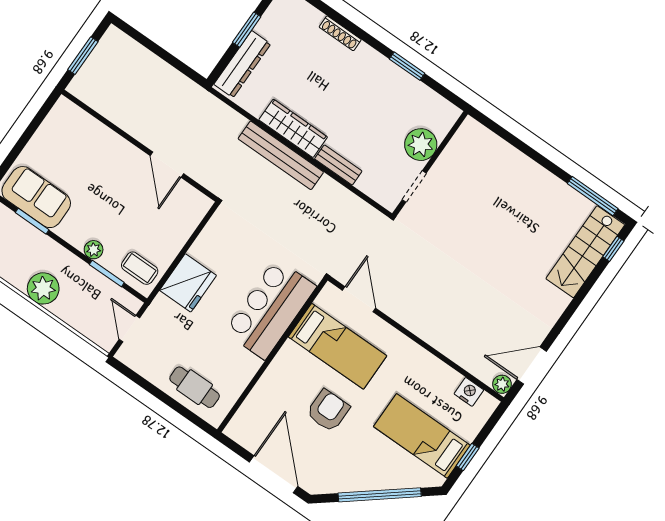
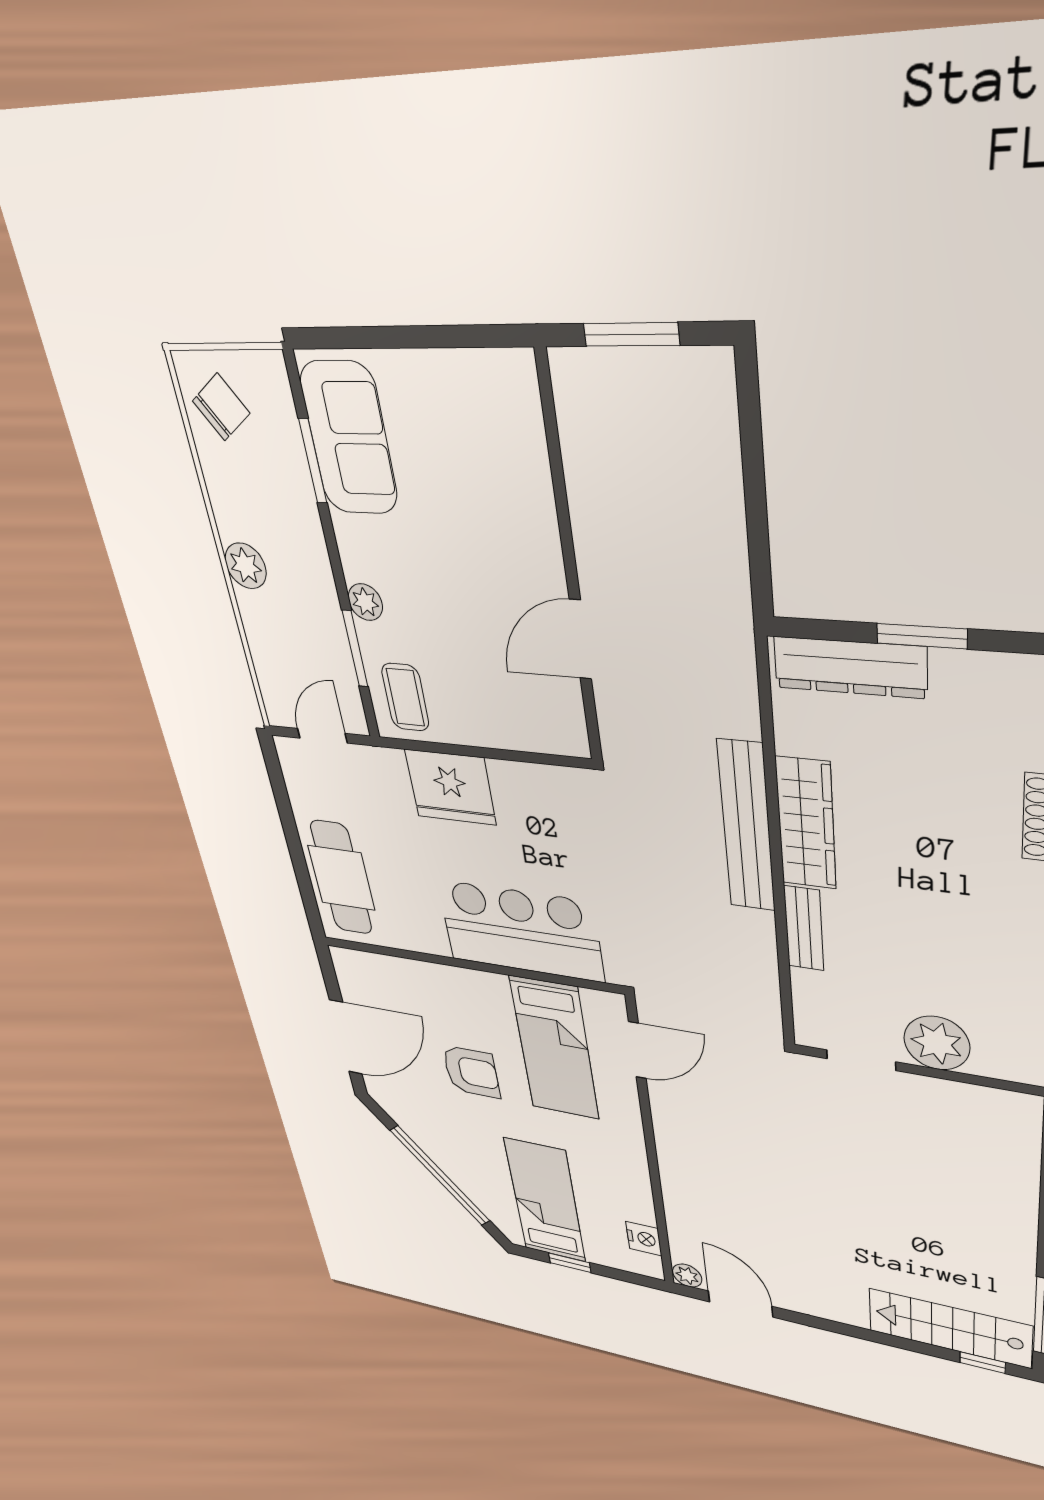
plant: (43, 288) -> (246, 566), width x0.73, depth x0.73
cafe table: (195, 387) -> (341, 878), width x1.37, depth x1.35

